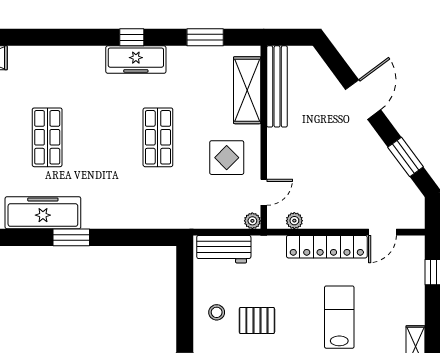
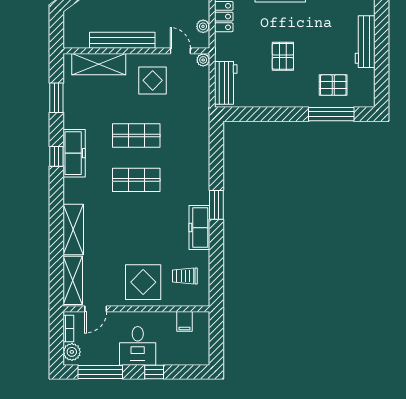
shelving: (41, 58) -> (73, 229), added
bench: (277, 86) -> (122, 40), moved
shop shelf: (47, 137) -> (136, 180), moved
freezer: (43, 213) -> (199, 228), width x0.73, depth x0.79
stool: (217, 312) -> (276, 89), removed

